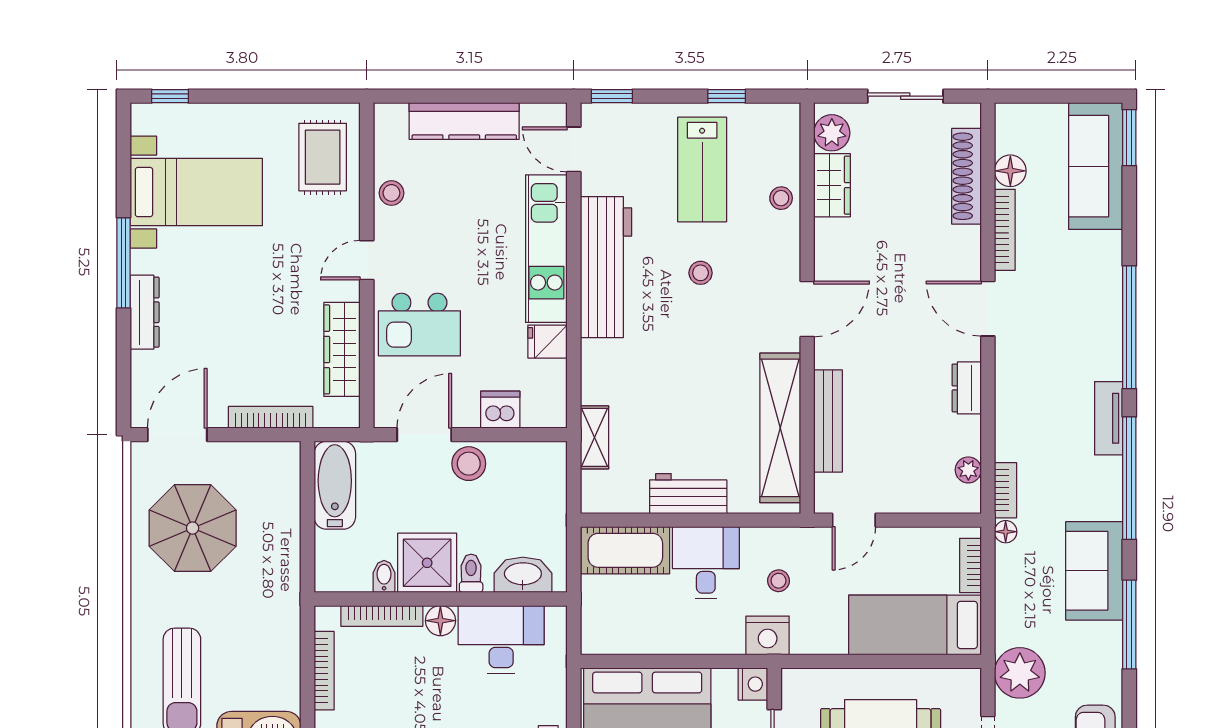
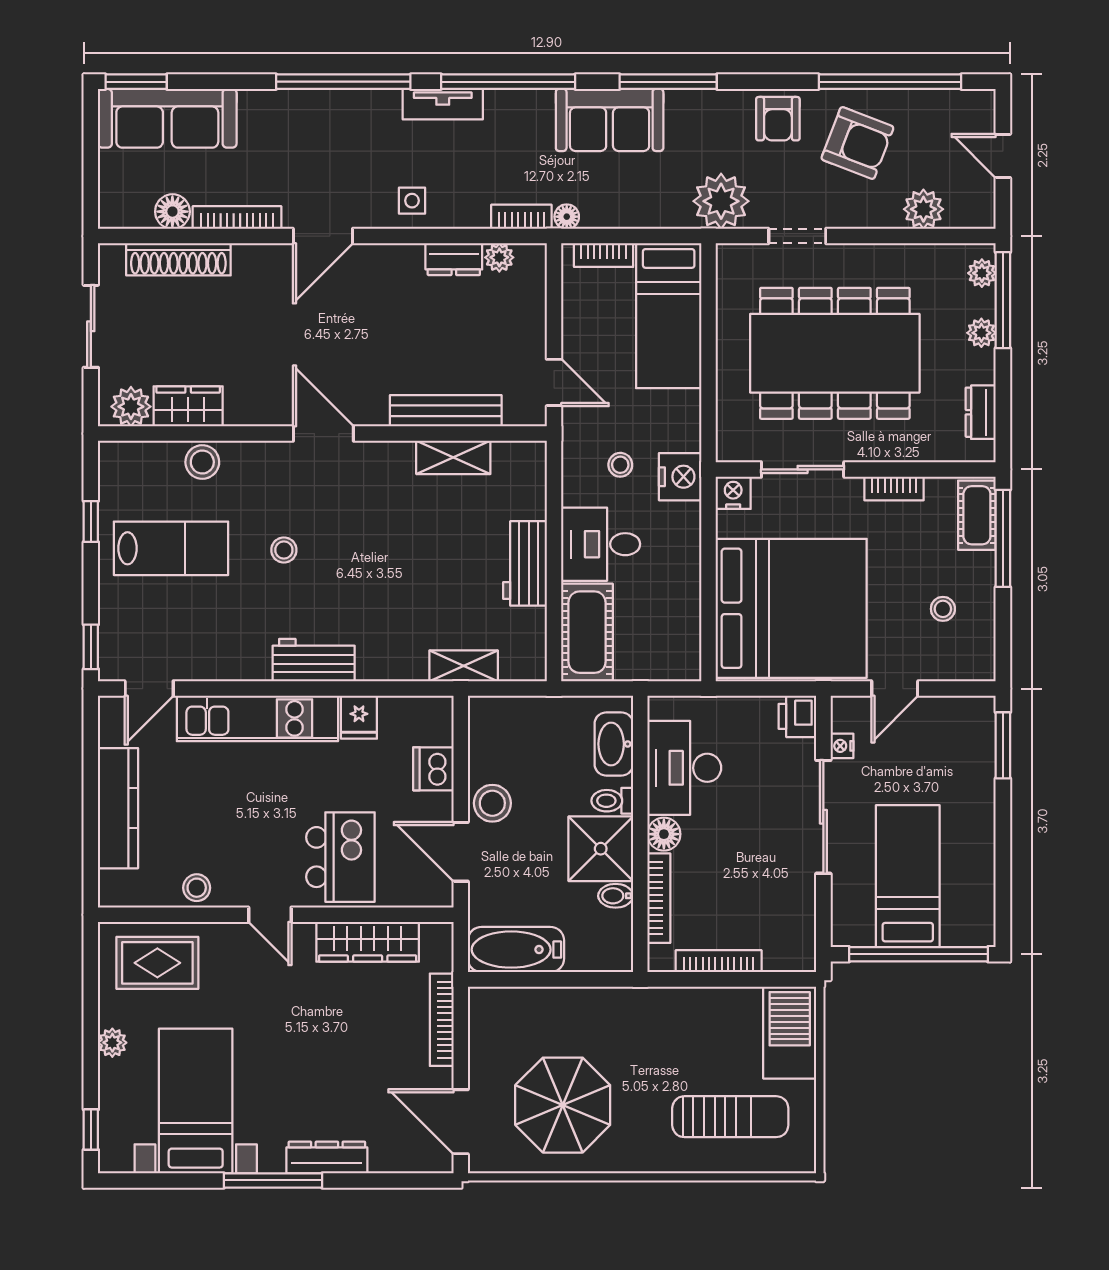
plant: (250, 116) -> (112, 1043), added
stool: (781, 198) -> (202, 462), width x1.37, depth x1.37
workbench: (606, 267) -> (314, 660), width x0.53, depth x0.76
dresser: (967, 388) -> (454, 259), moved
side table: (1020, 390) -> (412, 201), added
shelving: (780, 428) -> (453, 457), width x0.45, depth x0.75

